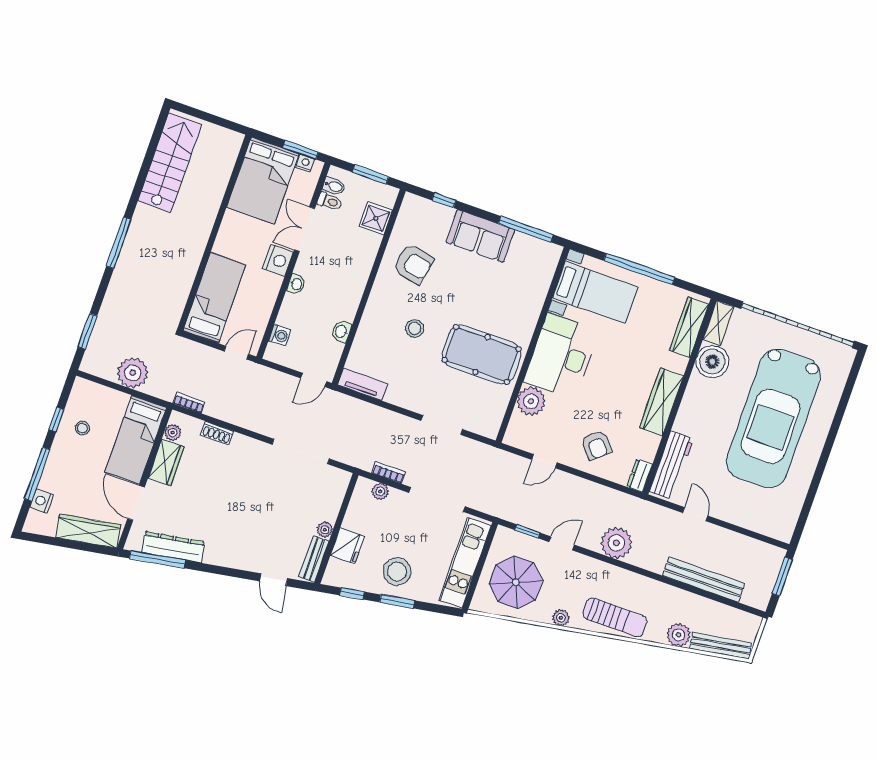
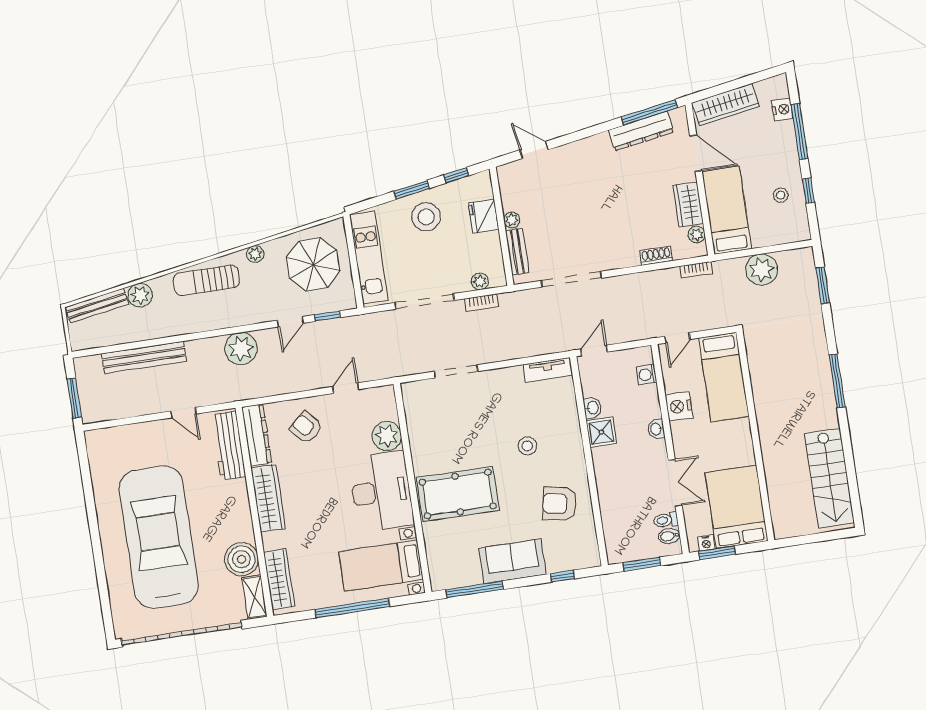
shower: (376, 218) -> (601, 432), moved
nightstand: (278, 260) -> (679, 406), moved
pool table: (482, 355) -> (458, 494), moved
dresser: (640, 476) -> (257, 435), width x1.96, depth x1.24
bench: (314, 559) -> (517, 252), moved

